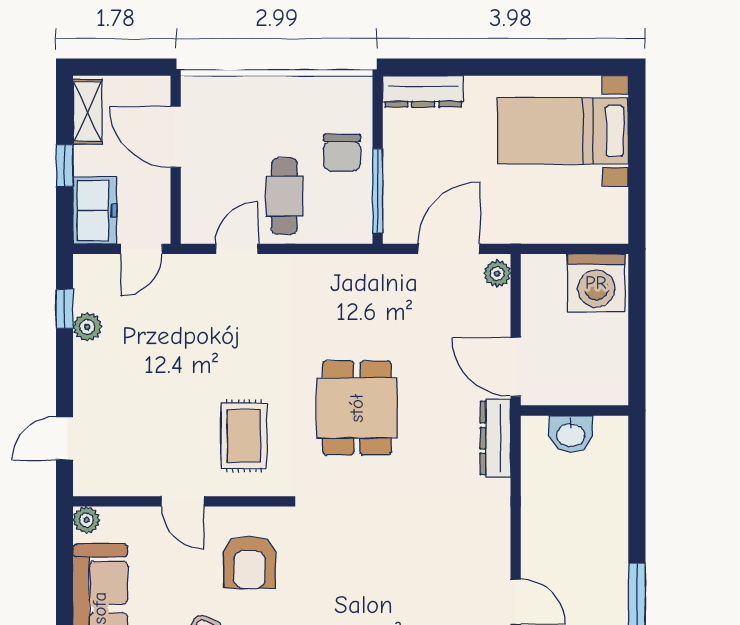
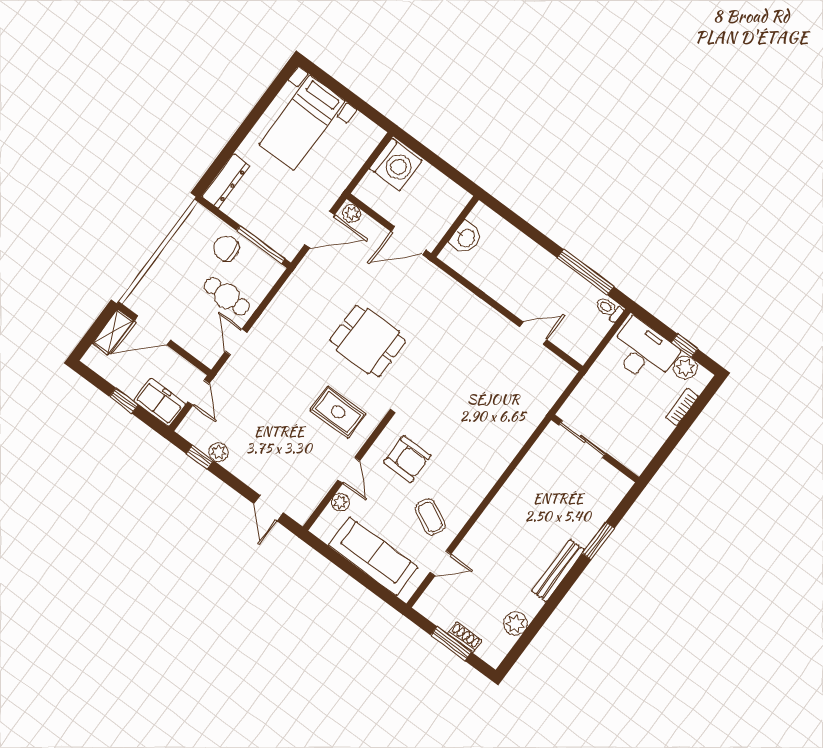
shelving: (87, 111) -> (113, 332), moved, turned 90
chair: (342, 153) -> (226, 248), turned 180
door: (449, 249) -> (320, 230), swing flipped
dresser: (495, 438) -> (438, 279), removed
door: (183, 501) -> (349, 470), hinge flipped
plant: (86, 520) -> (340, 502), moved

